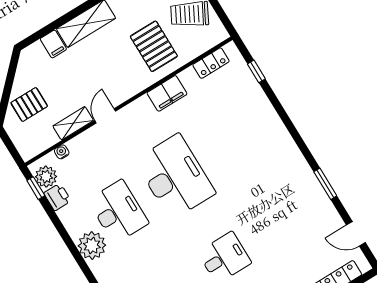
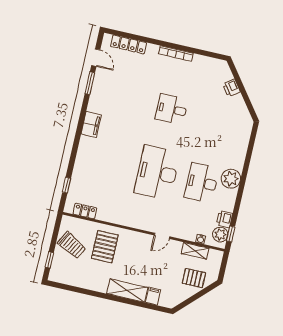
filing cabinet: (167, 93) -> (91, 124), moved, turned 90
shelving: (73, 123) -> (195, 251), moved
window: (325, 184) -> (90, 83), moved

